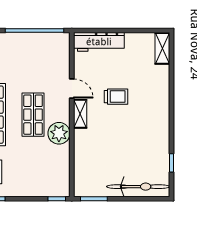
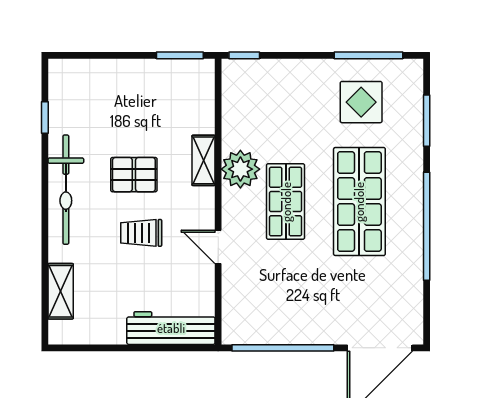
shelving: (162, 48) -> (61, 291), moved
shelving: (80, 114) -> (204, 160), moved
pallet: (120, 130) -> (134, 175), added
bicycle: (138, 187) -> (66, 190), moved, turned -90

